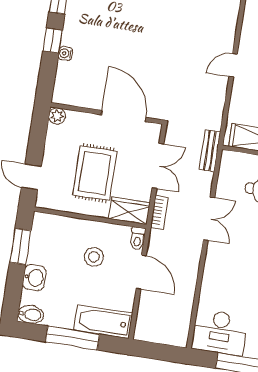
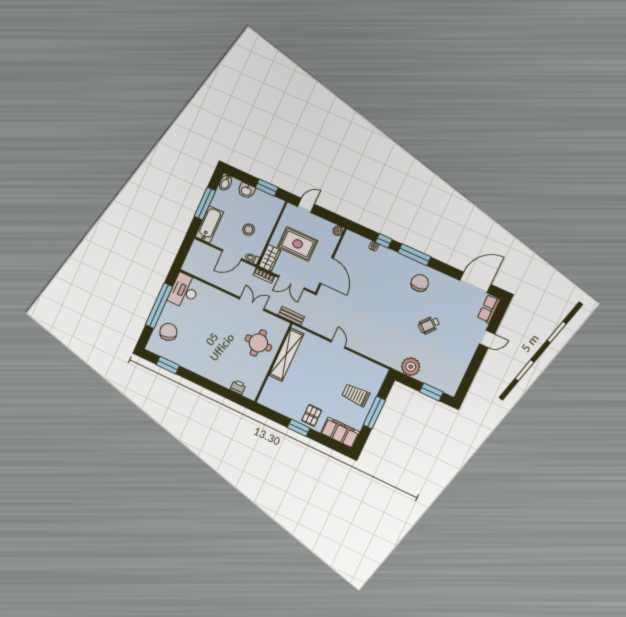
door: (124, 116) -> (326, 271), hinge flipped
double door: (209, 219) -> (252, 304), swing flipped

